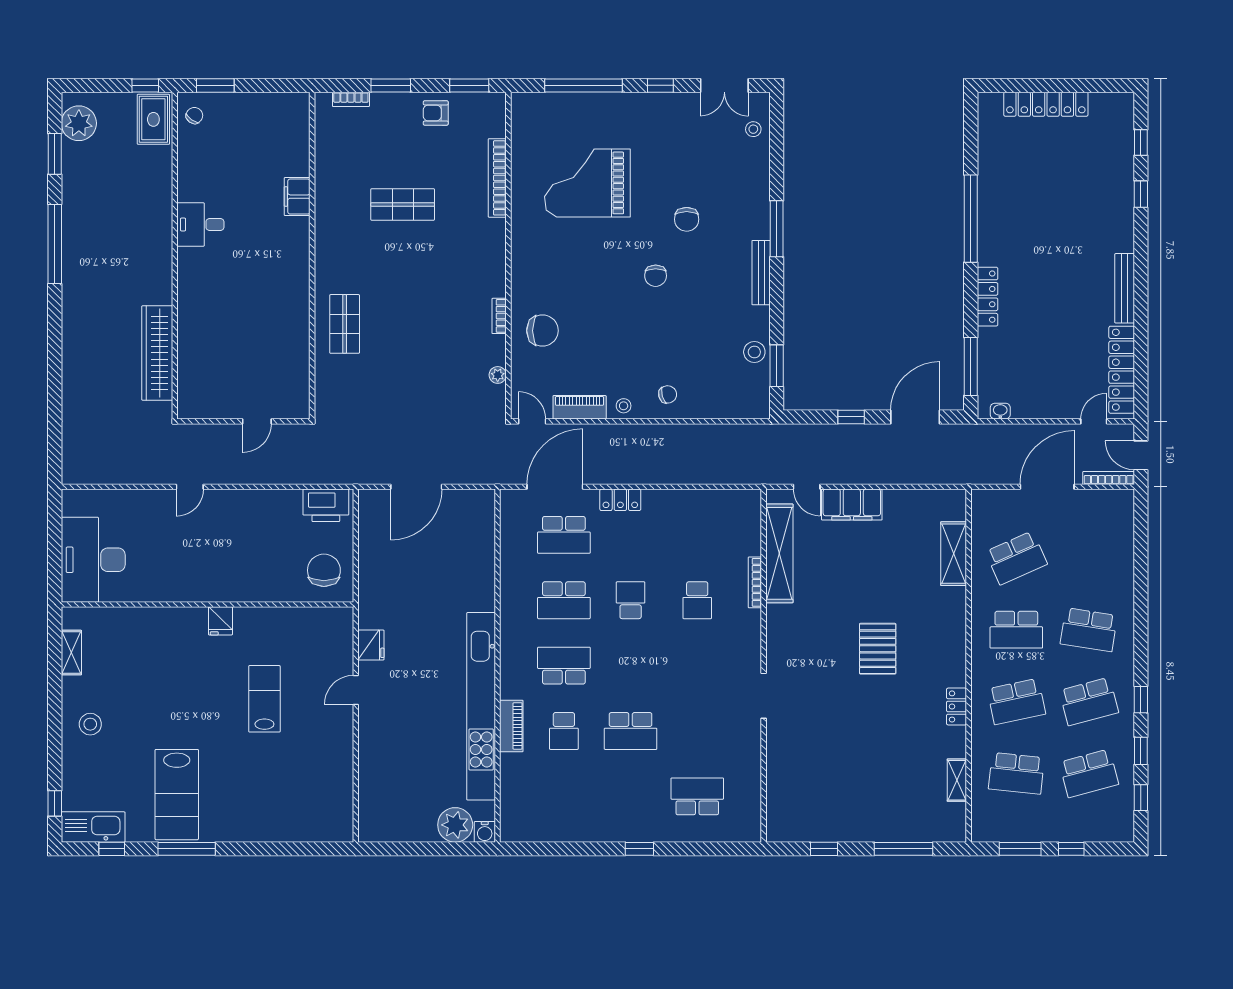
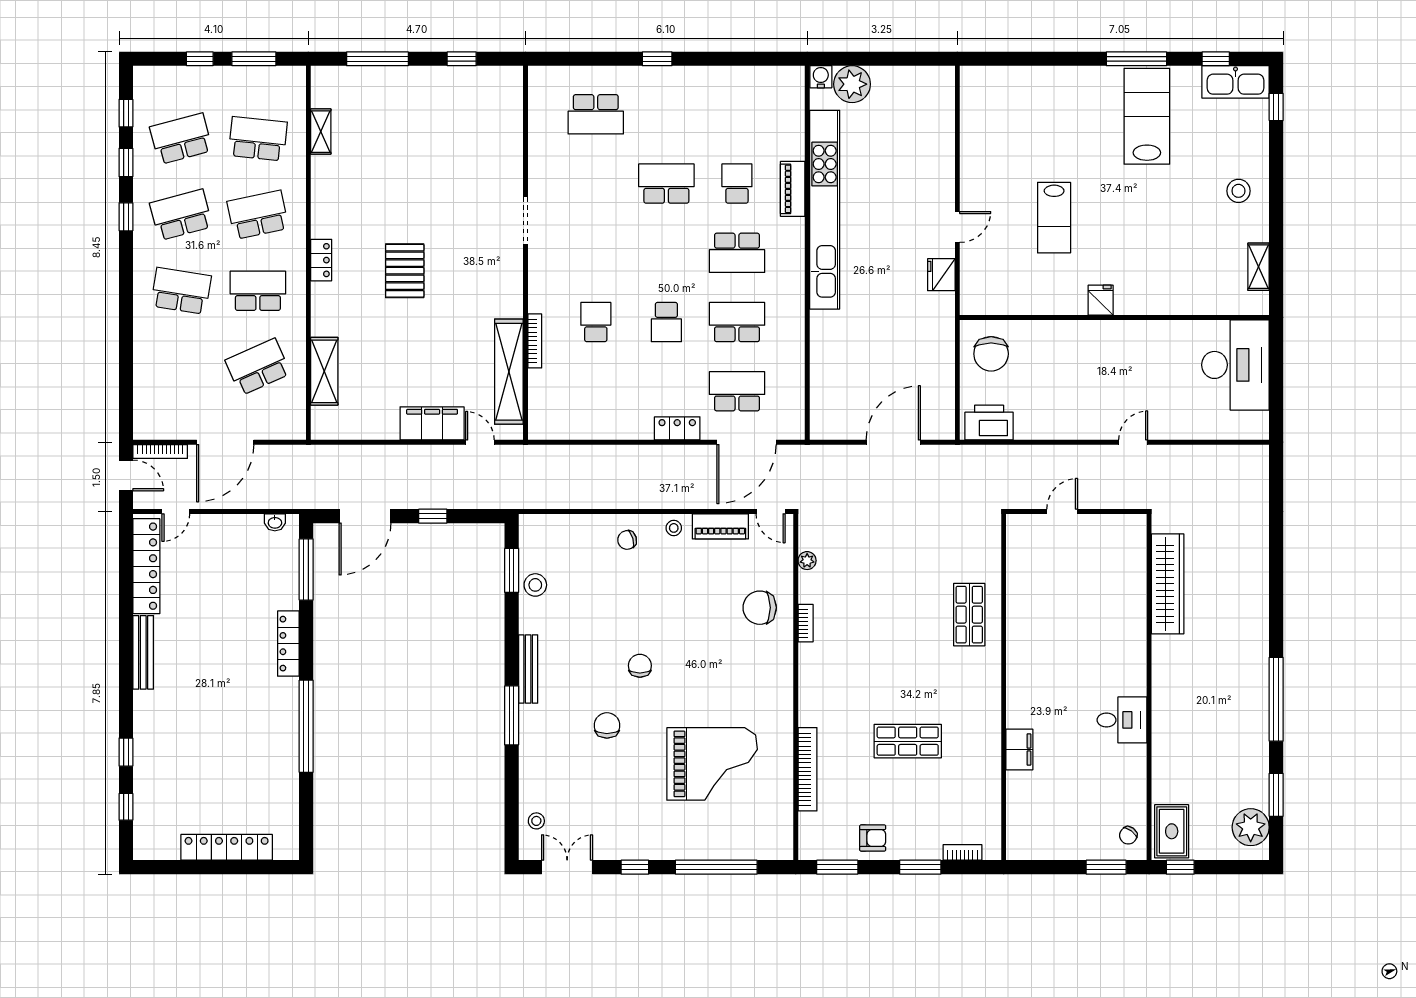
locker: (957, 706) -> (321, 260), moved

